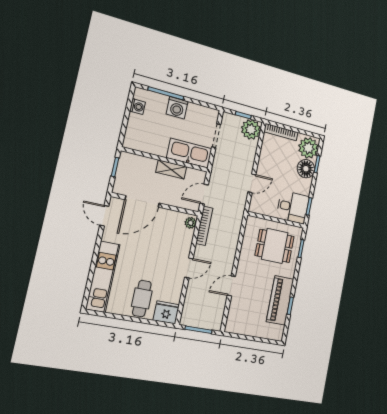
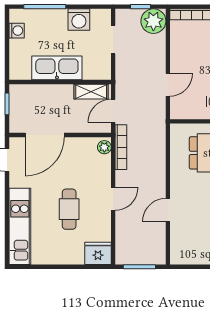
washing machine: (177, 108) -> (79, 20), moved
kitchen sink: (189, 153) -> (57, 68), moved
shelving: (171, 169) -> (91, 92), moved
cafe table: (142, 298) -> (69, 209), moved

